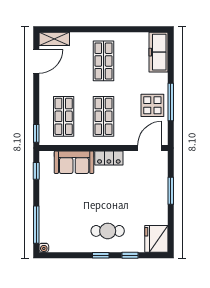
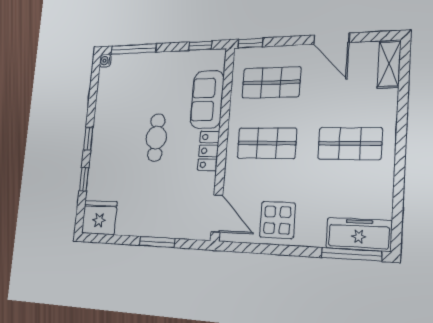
door: (36, 61) -> (332, 39), moved
window: (171, 102) -> (351, 254), moved
cafe table: (108, 231) -> (156, 138), moved

